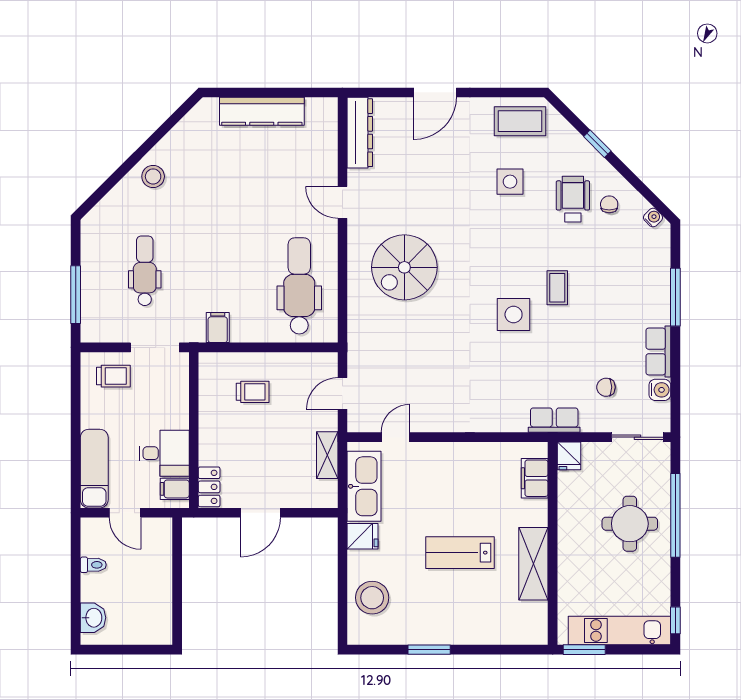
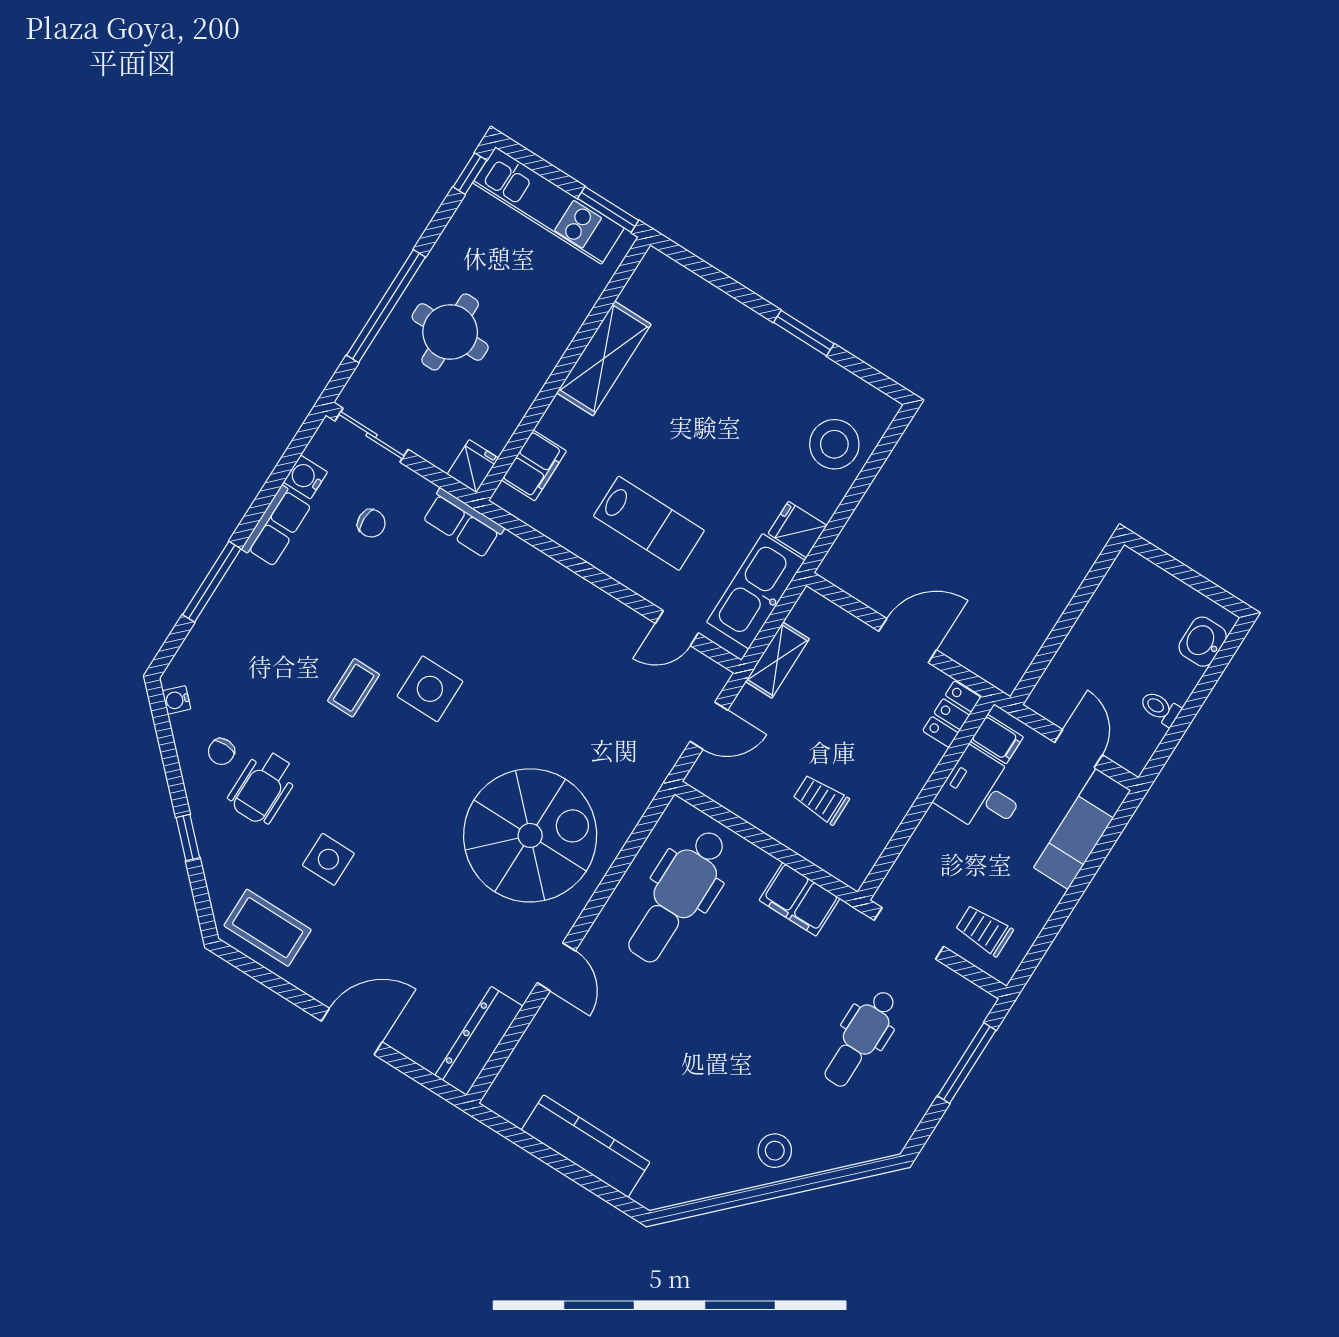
spiral stairs: (404, 267) -> (530, 835), width x1.37, depth x1.37
filing cabinet: (218, 328) -> (799, 899), width x2.00
lab bench: (460, 553) -> (649, 523), moved

